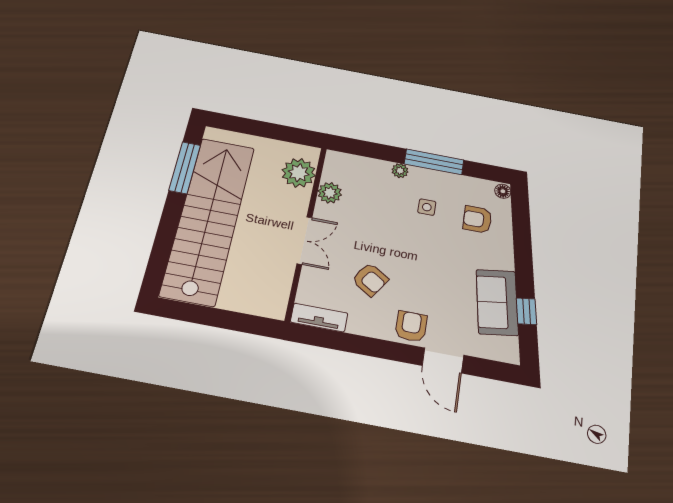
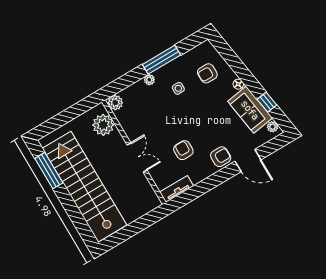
floor lamp: (503, 191) -> (238, 84), moved
plant: (330, 193) -> (115, 103), moved
armchair: (370, 280) -> (183, 150), turned -123
armchair: (411, 326) -> (221, 157), turned 90
plant: (510, 346) -> (273, 127), added

